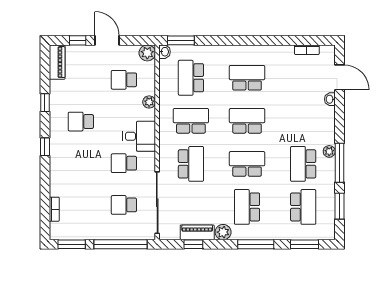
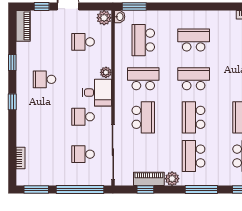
plant: (149, 102) -> (106, 72), moved
school desk: (247, 164) -> (194, 117), turned -90

